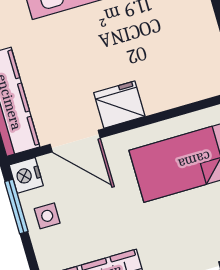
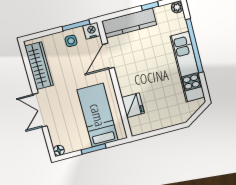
fridge: (119, 105) -> (133, 105), moved

